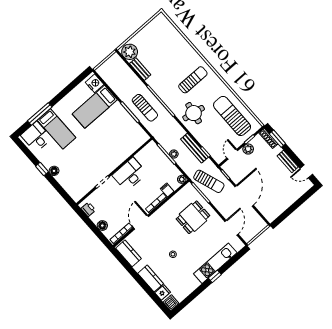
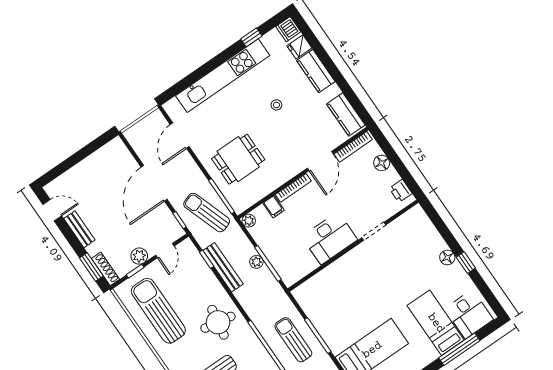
sun lounger: (232, 116) -> (158, 311), turned 180
kitchen unit: (215, 263) -> (223, 76), width x1.36
window: (215, 276) -> (251, 37), moved

